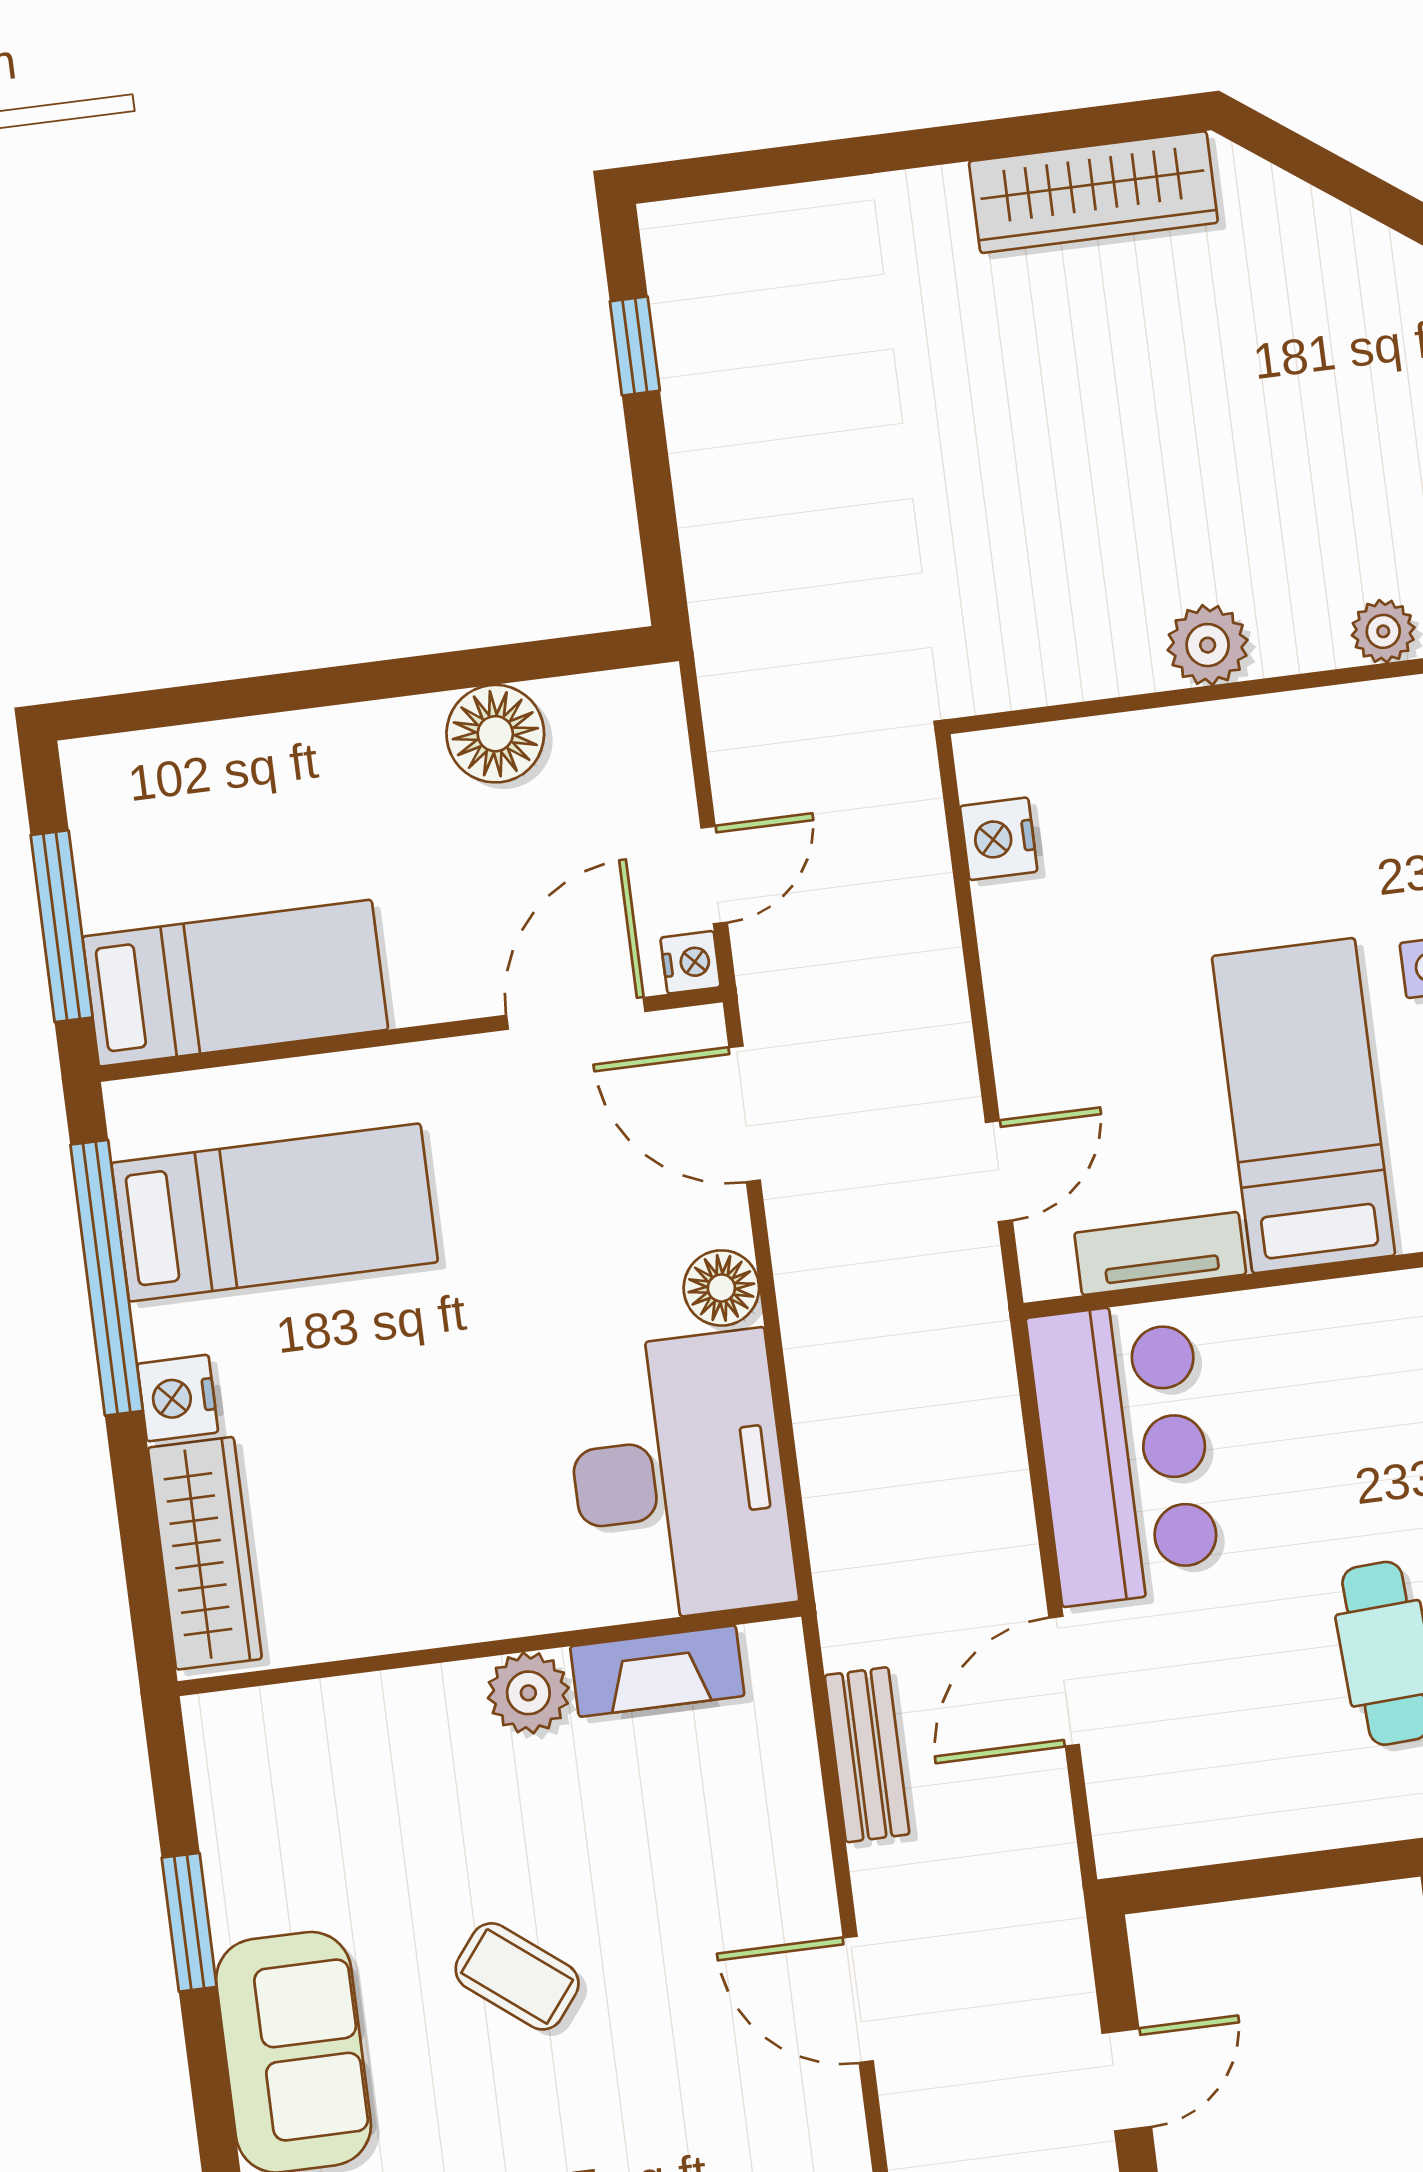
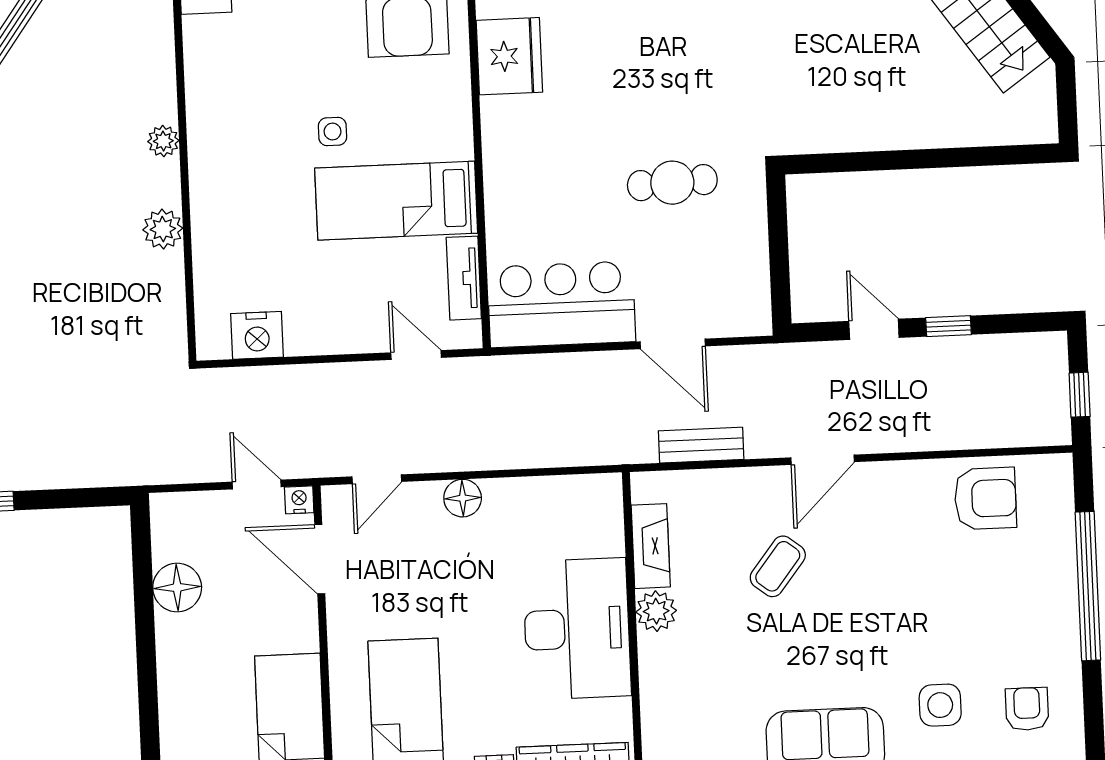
nightstand: (999, 839) -> (257, 335), width x1.36, depth x1.33
door: (745, 1114) -> (377, 479), width x0.73
desk: (679, 1477) -> (577, 629), moved, turned 90
coffee table: (517, 1976) -> (778, 566), moved

